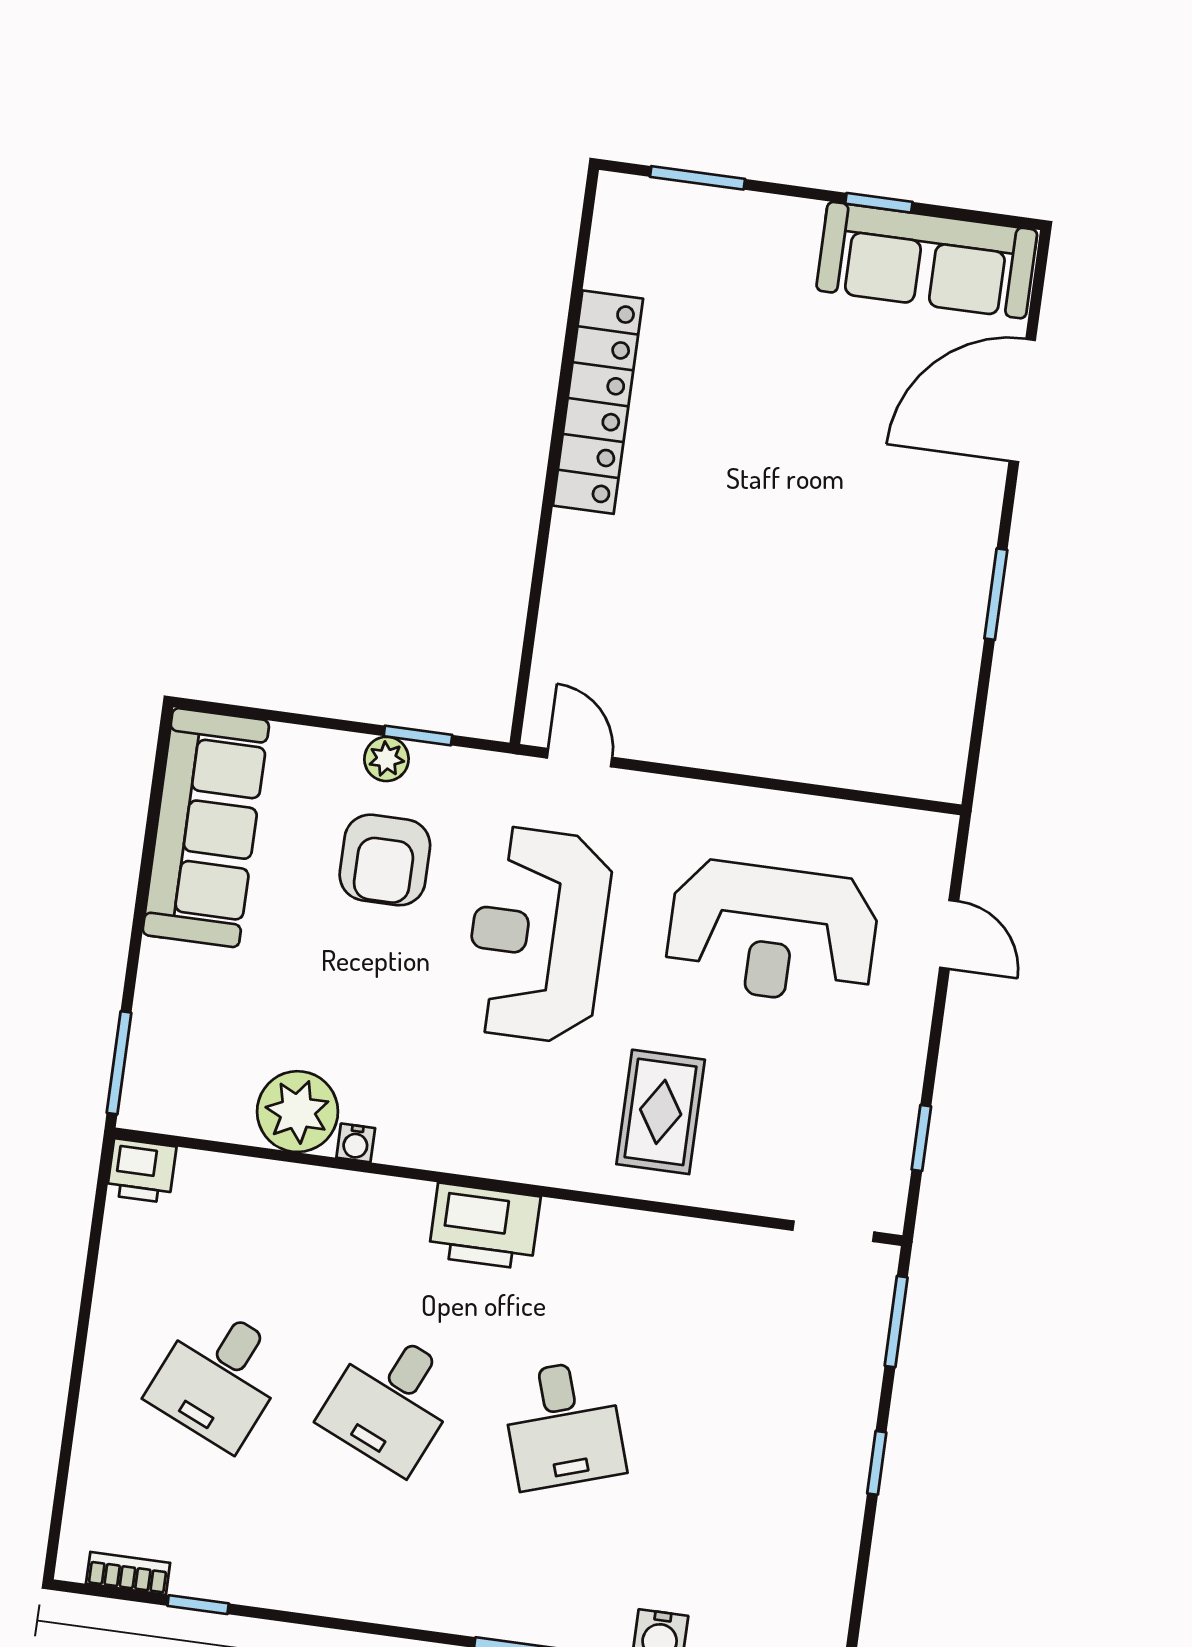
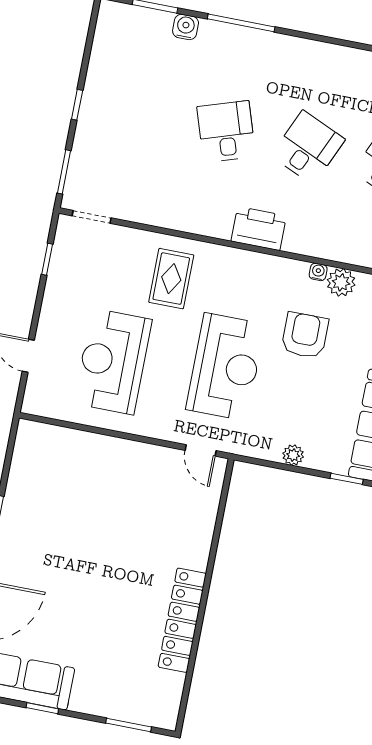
window: (418, 735) -> (347, 479), moved
armchair: (385, 860) -> (305, 335), moved
reception desk: (772, 933) -> (113, 362), turned -90
plant: (297, 1112) -> (341, 282), width x0.73, depth x0.73

